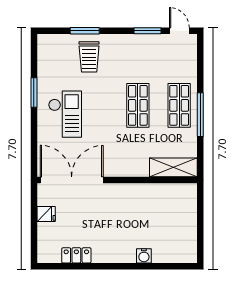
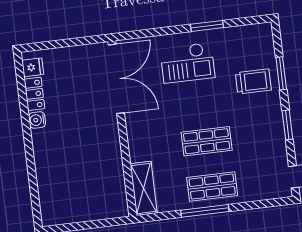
window: (147, 31) -> (287, 125), moved
trolley: (89, 57) -> (253, 81), turned 180
fridge: (46, 214) -> (33, 67), moved, turned -90
water cooler: (144, 256) -> (37, 120), moved

